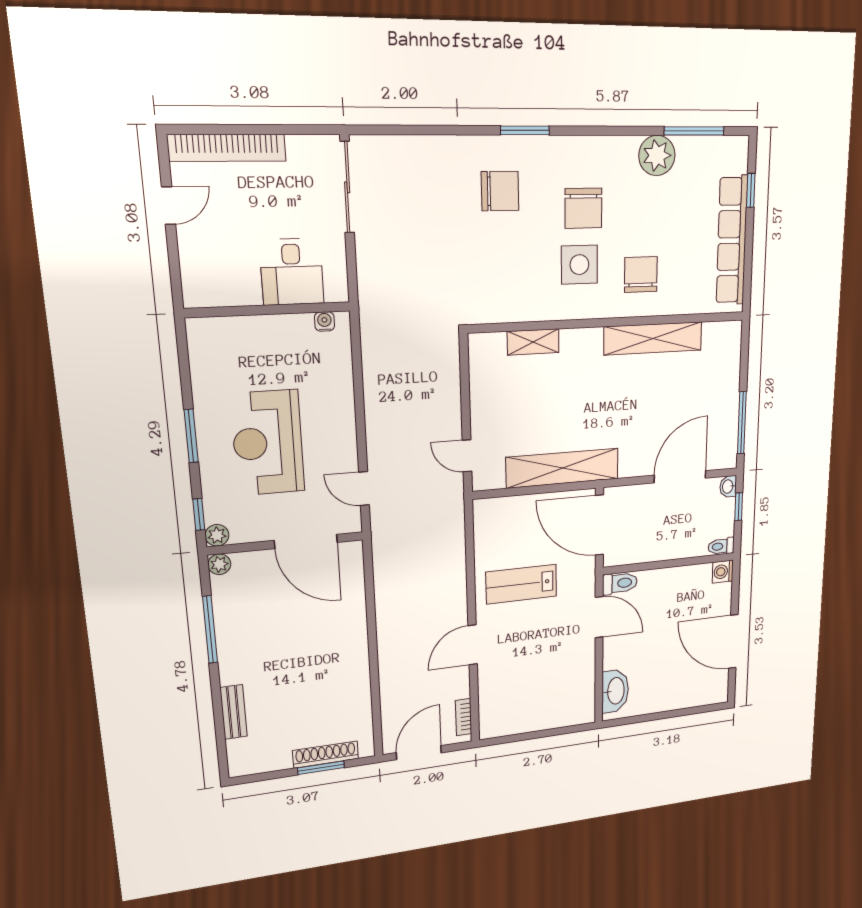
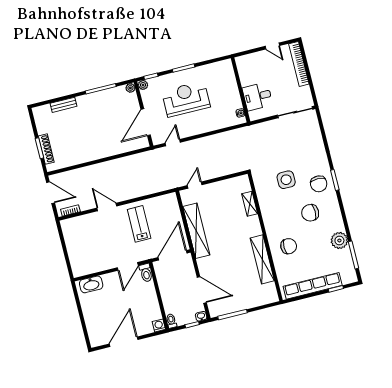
chair: (500, 191) -> (319, 184), moved
side table: (579, 265) -> (286, 180), moved

